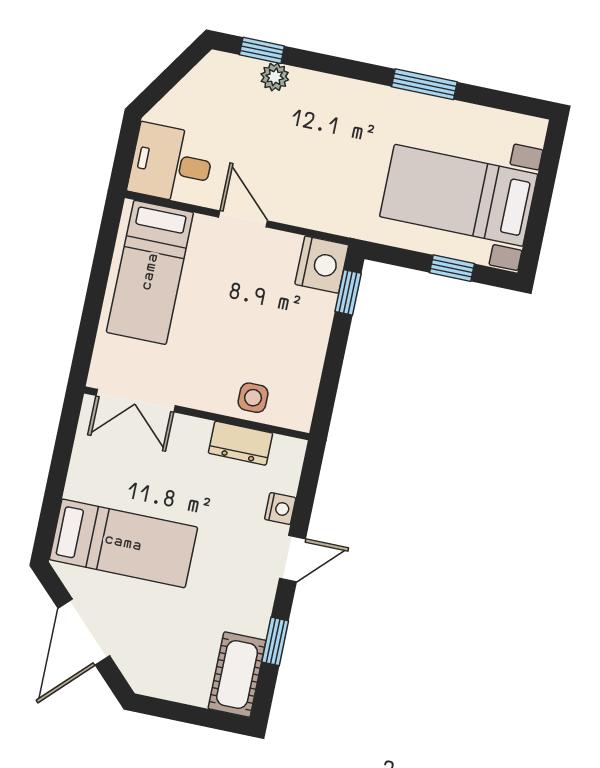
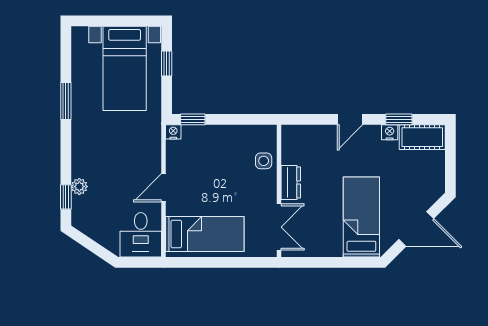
nightstand: (322, 265) -> (173, 132), width x0.53, depth x0.56
dresser: (240, 443) -> (291, 182), moved
nightstand: (280, 509) -> (390, 132), moved
door: (292, 558) -> (350, 119), swing flipped

